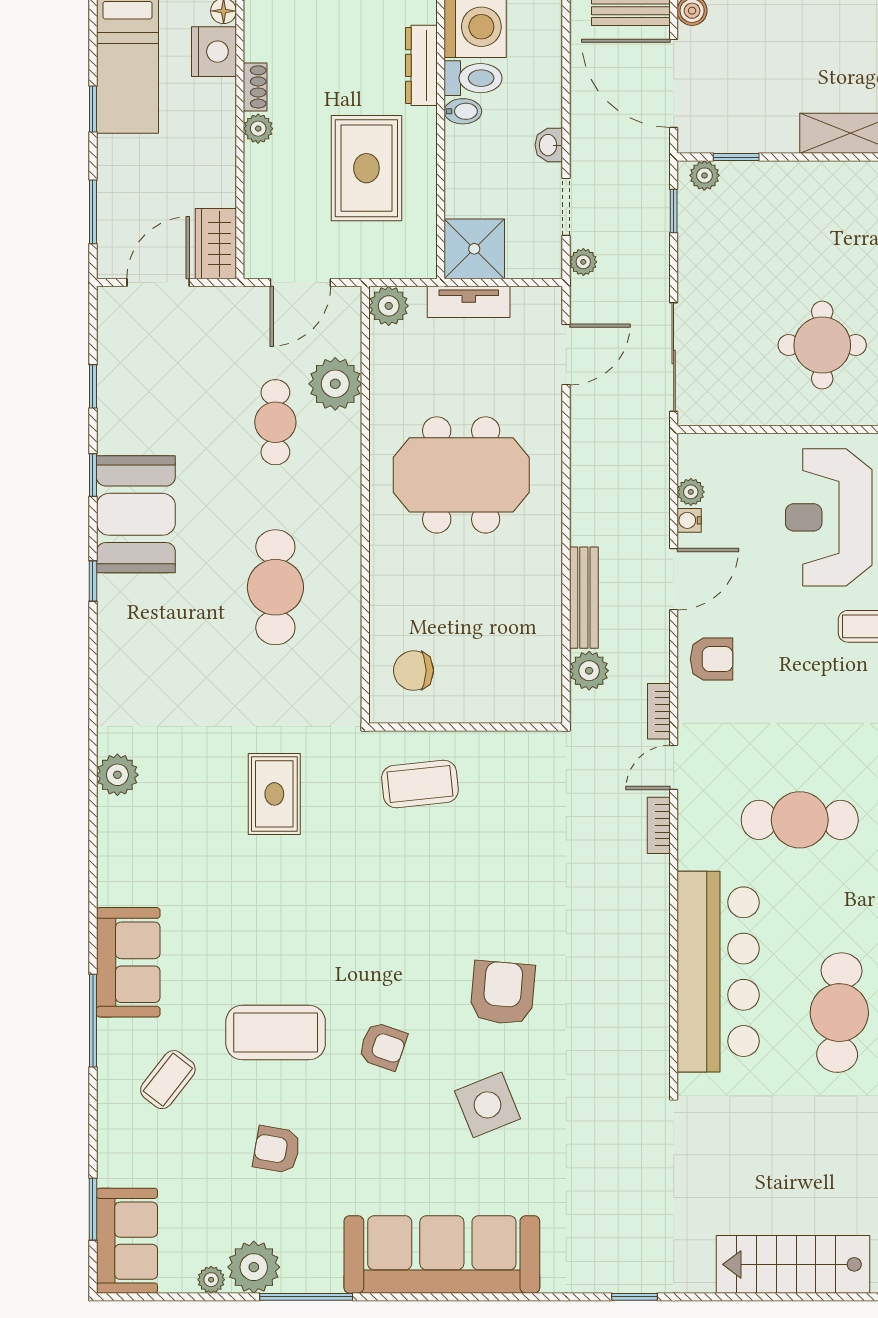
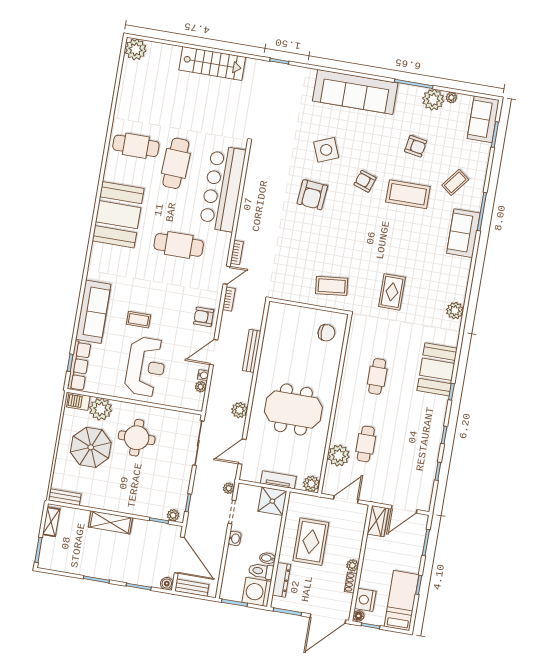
booth: (136, 514) -> (437, 369), moved
cafe table: (275, 587) -> (377, 376), width x0.73, depth x0.74
plant: (589, 671) -> (239, 410), moved

